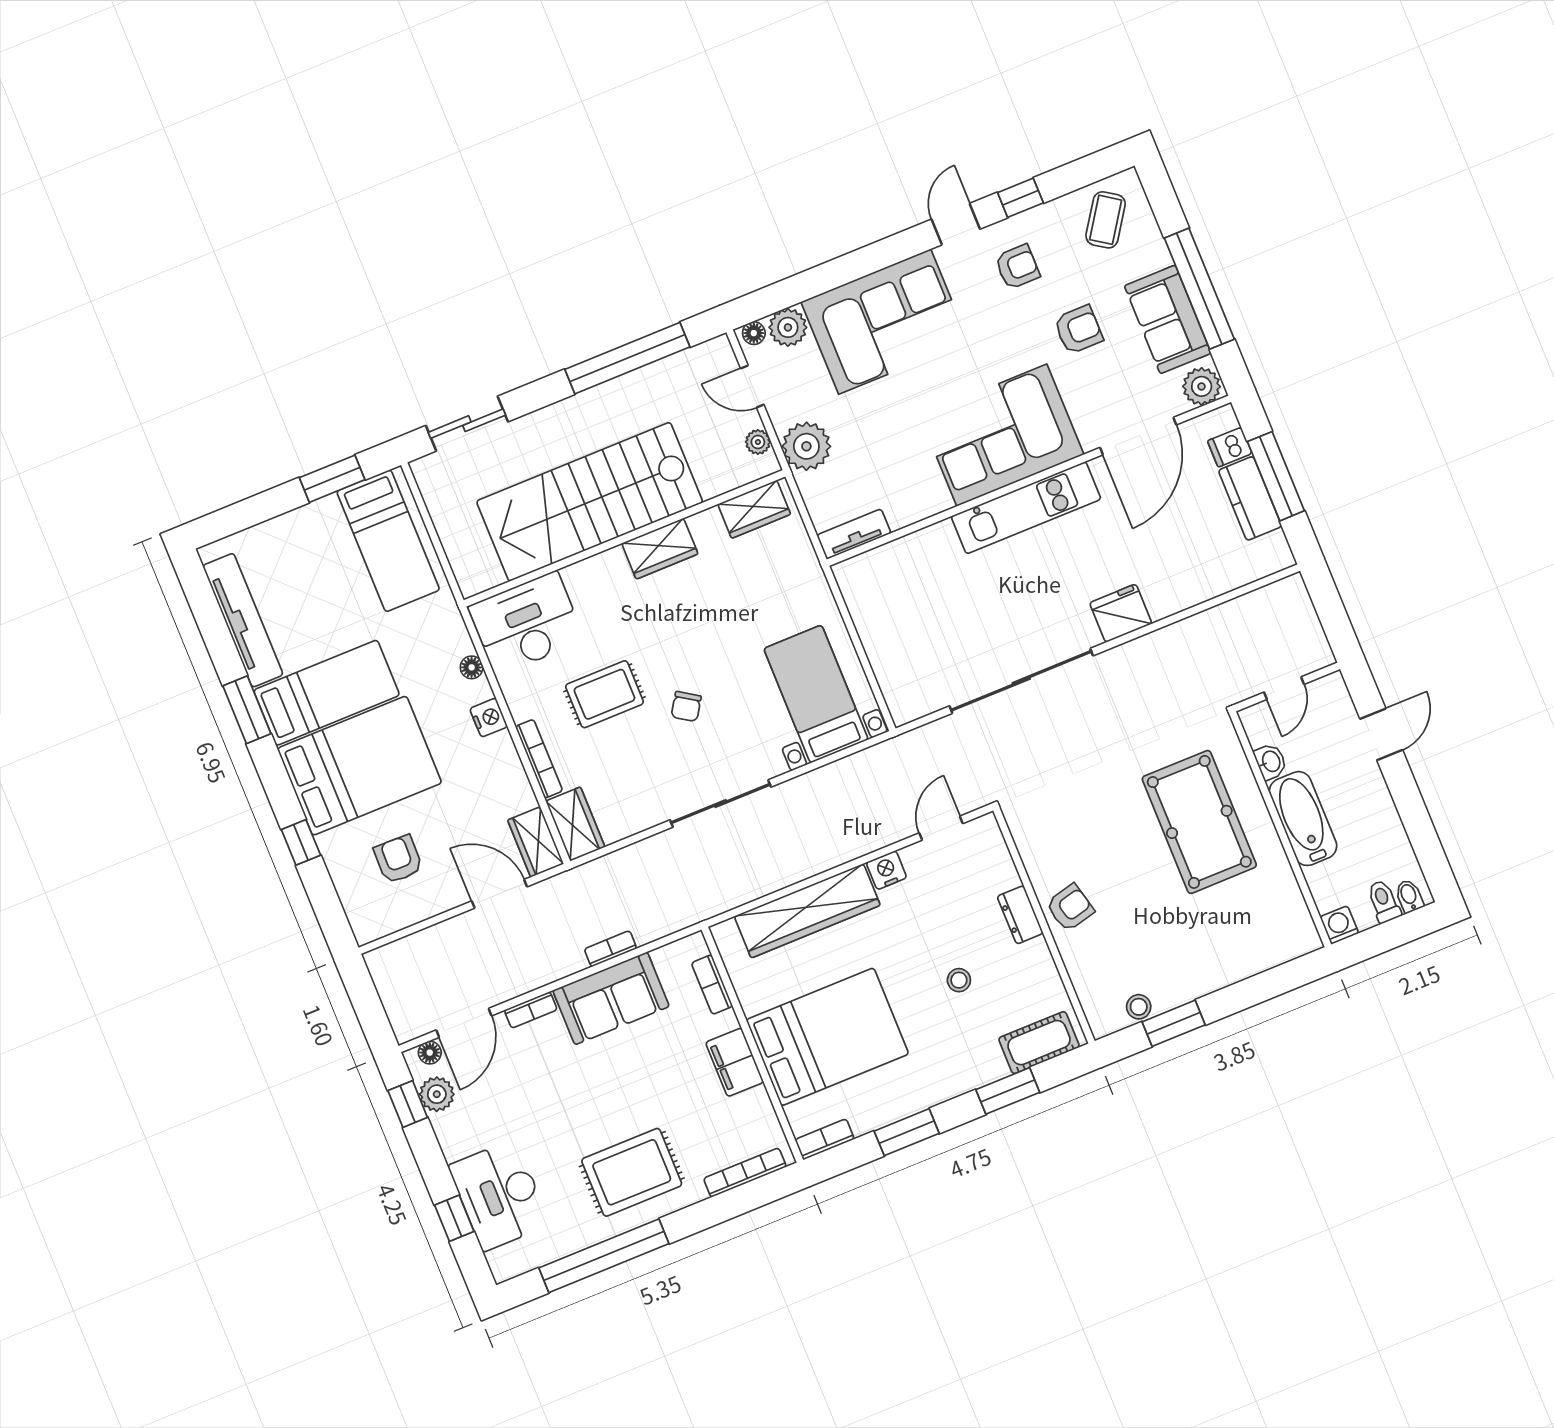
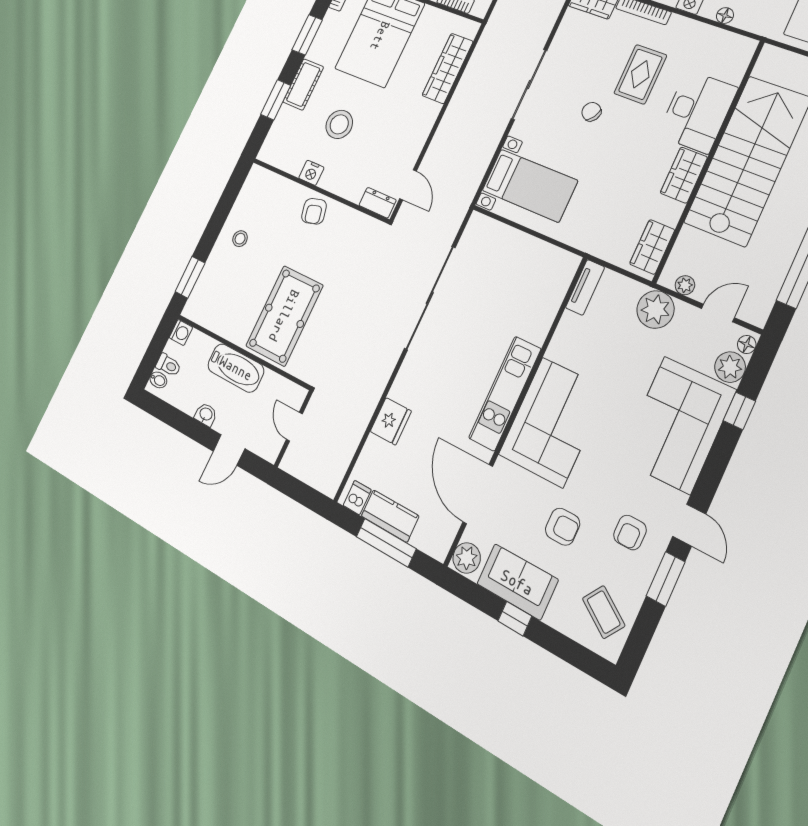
window: (1020, 198) -> (666, 579), width x1.50
window: (816, 281) -> (739, 411), added
window: (1199, 289) -> (515, 619), width x0.32
armchair: (1078, 330) -> (563, 527), turned -90
dishwasher: (1230, 447) -> (357, 498), moved
fridge: (1121, 613) -> (391, 421), moved
desk: (527, 623) -> (697, 112), moved
door: (1381, 734) -> (229, 450), hinge flipped
washbasin: (1271, 762) -> (206, 414), moved, turned 180
pool table: (1199, 822) -> (284, 316), turned 90
nightstand: (886, 870) -> (311, 173), moved, turned 90
wardrobe: (807, 911) -> (448, 68), width x0.71, depth x0.85
dresser: (1020, 915) -> (378, 203), moved
stool: (959, 980) -> (339, 124), width x1.89, depth x1.89
stool: (1139, 1007) -> (240, 239), moved
window: (1174, 1023) -> (190, 277), moved
cot: (1039, 1043) -> (303, 84), moved

